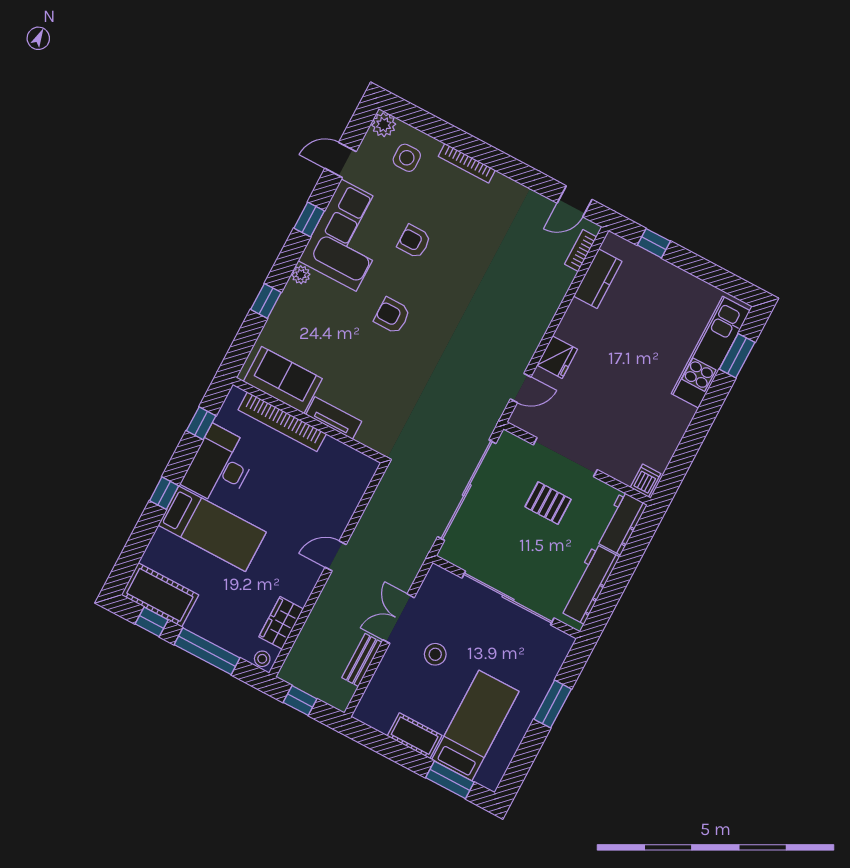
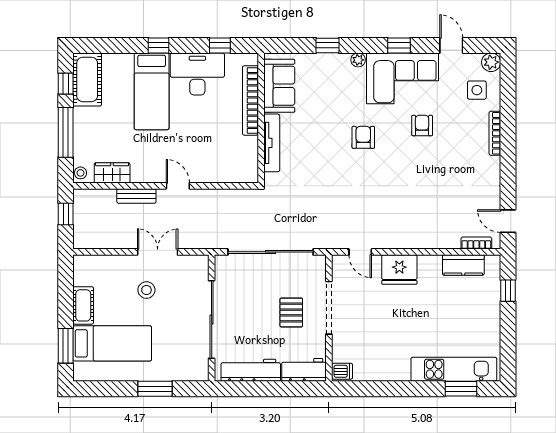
fridge: (557, 357) -> (399, 270), width x1.36, depth x1.34
tv unit: (334, 418) -> (272, 143), width x1.41
bench: (362, 660) -> (136, 196), moved

